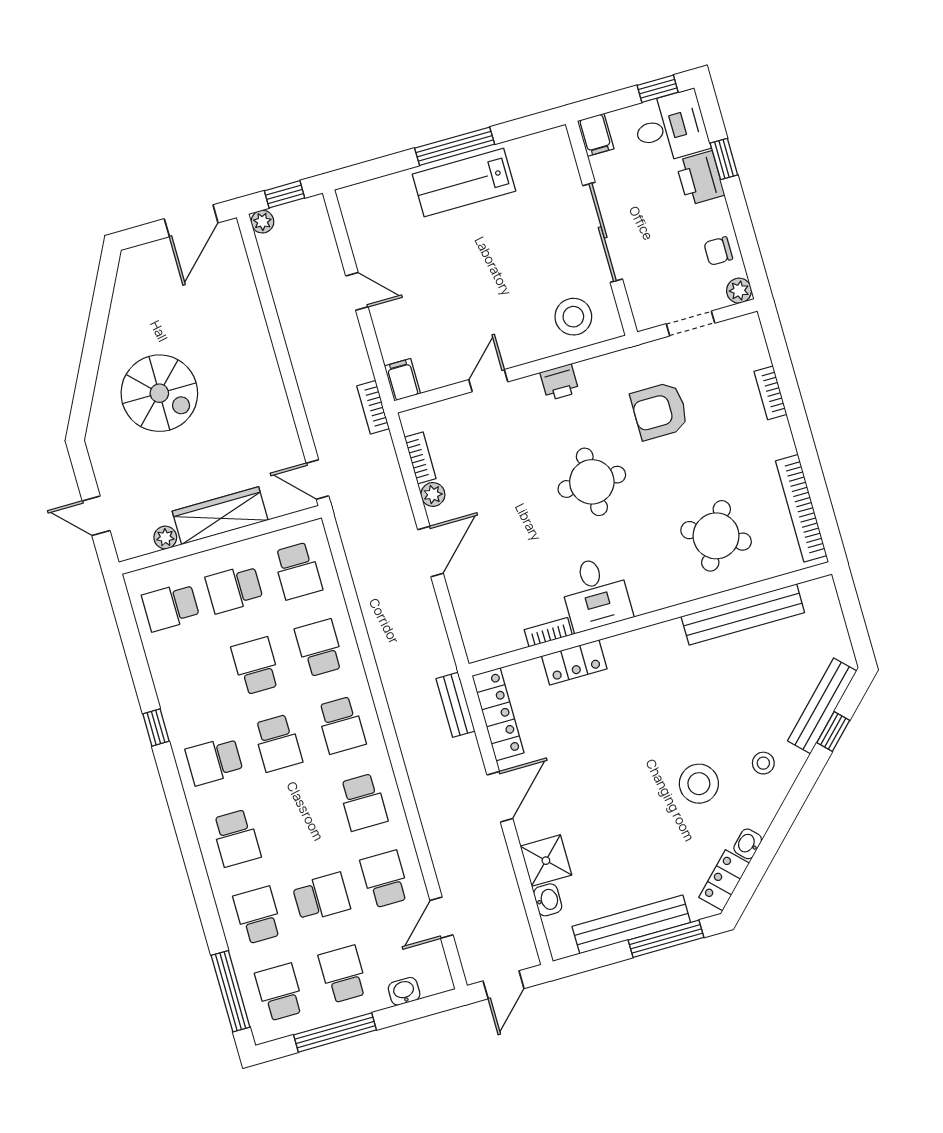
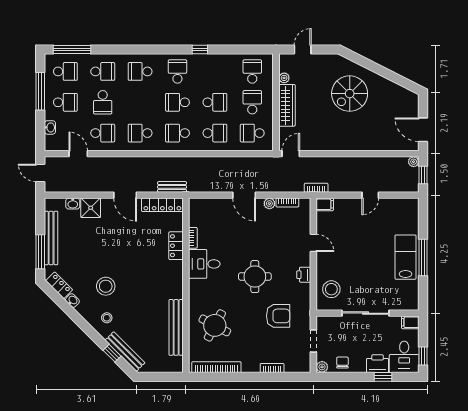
armchair: (660, 411) -> (278, 316), turned 90

